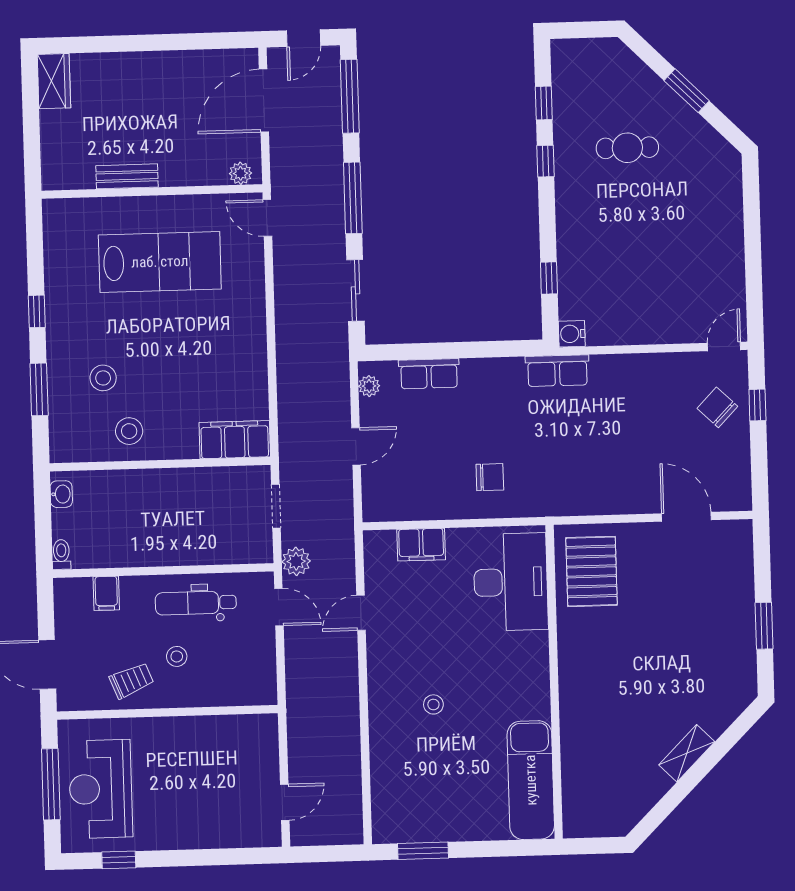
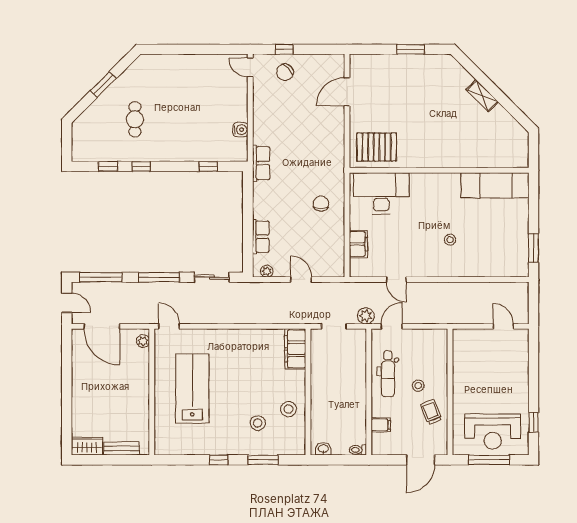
bench: (127, 176) -> (121, 448), moved, turned 90
door: (267, 218) -> (169, 326), swing flipped
water cooler: (572, 334) -> (240, 130), moved, turned -90

